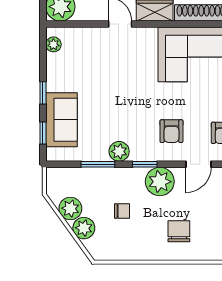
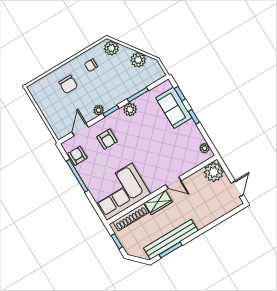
armchair: (171, 131) -> (107, 139), turned 180
plant: (160, 182) -> (99, 110), width x0.53, depth x0.53
chair: (122, 211) -> (91, 65), moved
plant: (84, 228) -> (111, 48), moved

